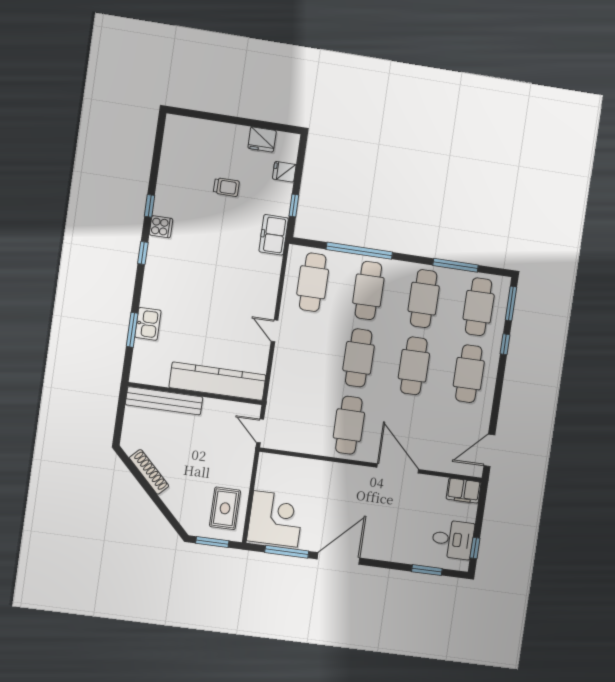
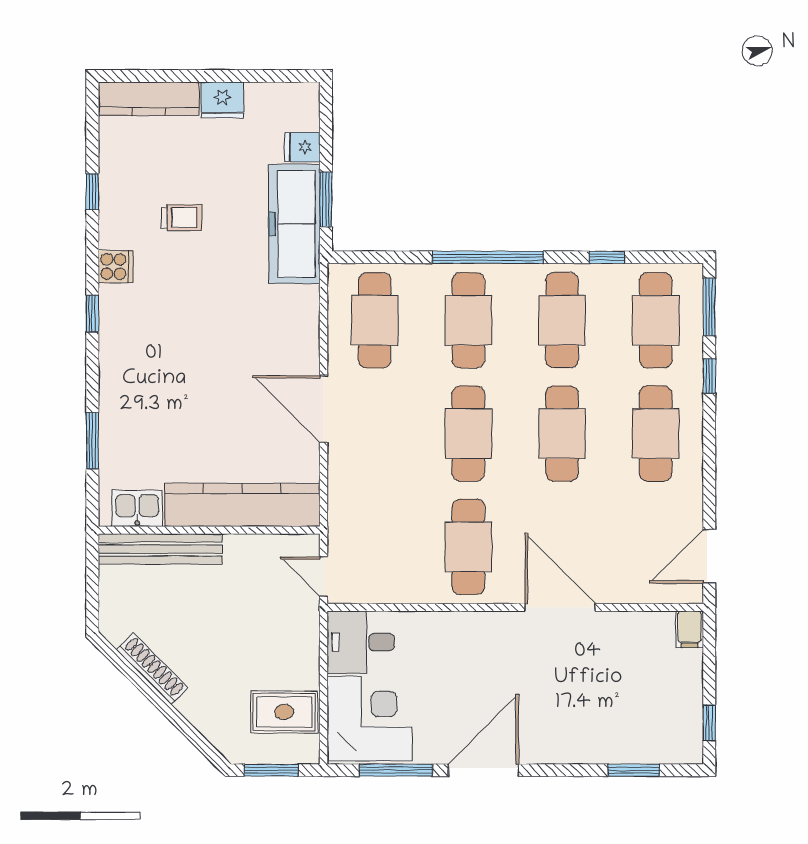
kitchen counter: (196, 128) -> (149, 99), added
fridge: (262, 139) -> (222, 100), moved
trolley: (226, 187) -> (182, 218), moved
window: (150, 206) -> (92, 192), moved
window: (294, 206) -> (326, 200), width x1.50
freezer: (274, 235) -> (294, 224), width x1.91, depth x1.26
window: (359, 251) -> (488, 257), moved
window: (456, 265) -> (607, 257), width x0.46
kitchen sink: (148, 324) -> (137, 508), moved, turned -90
door: (274, 331) -> (324, 409), width x1.88
filing cabinet: (464, 491) -> (690, 629), width x0.50
rug: (225, 508) -> (284, 712), turned 90
desk: (453, 539) -> (361, 642), moved, turned 180

